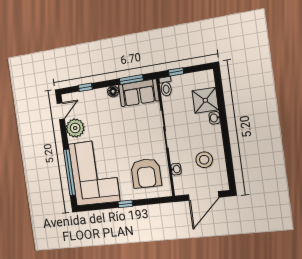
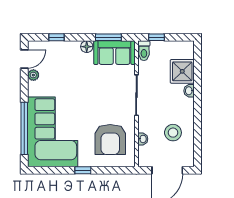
plant: (75, 128) -> (33, 75), width x0.53, depth x0.53

